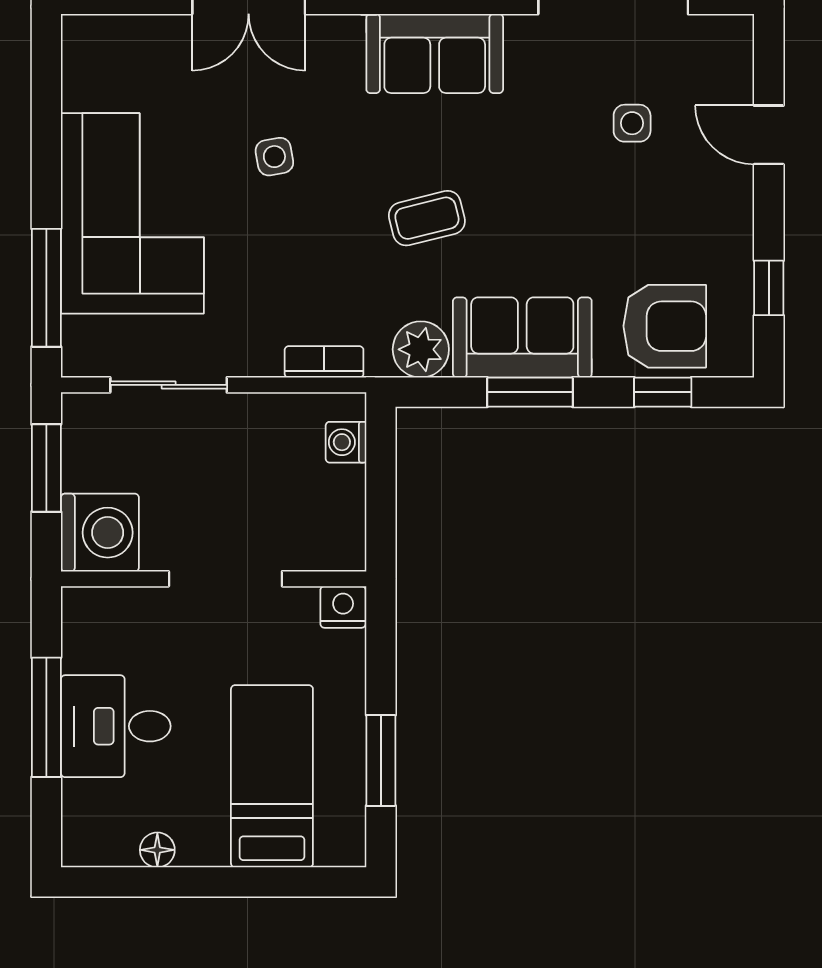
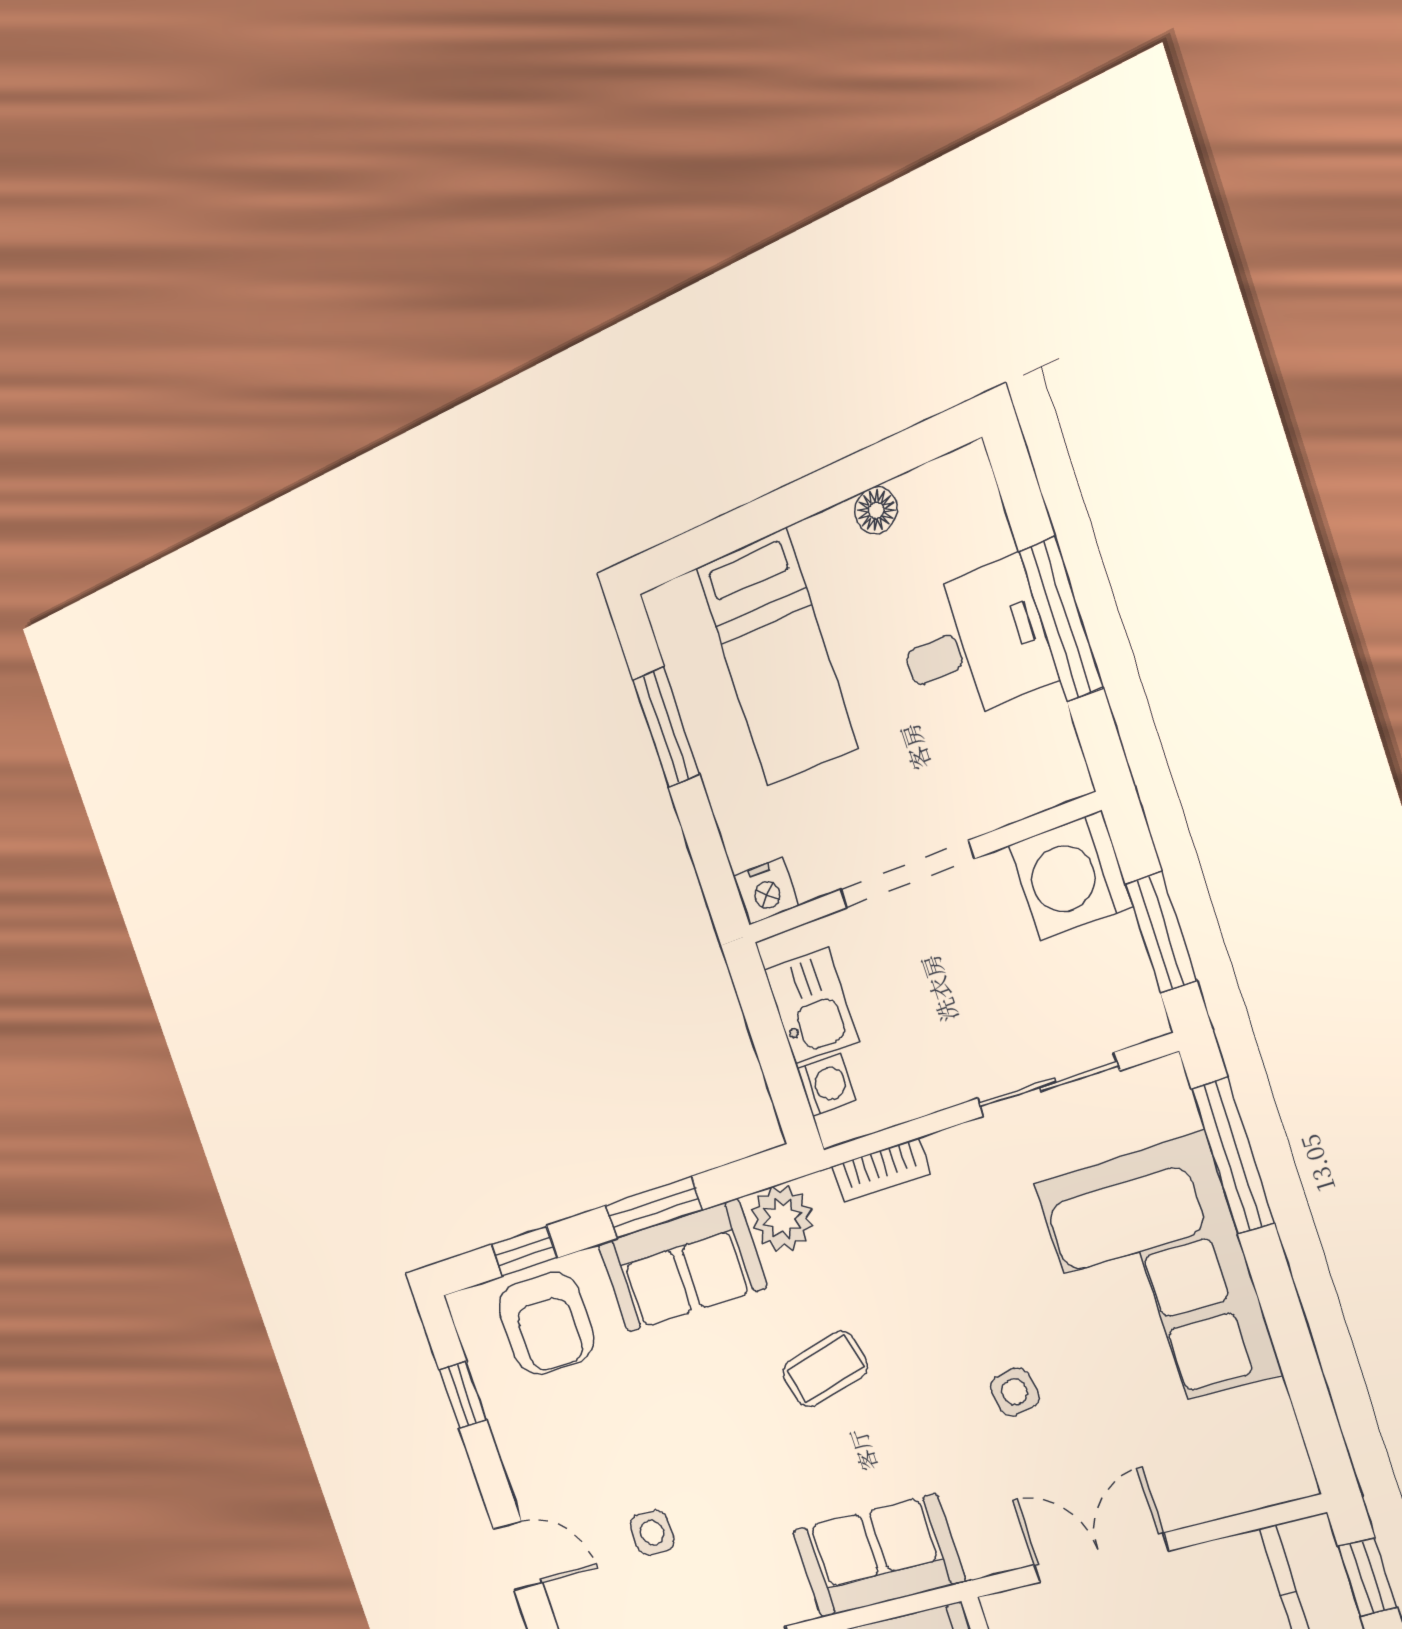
armchair: (665, 326) -> (546, 1323), turned -90
kitchen sink: (337, 507) -> (811, 1006), added

